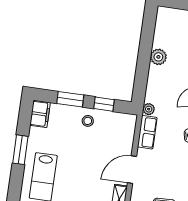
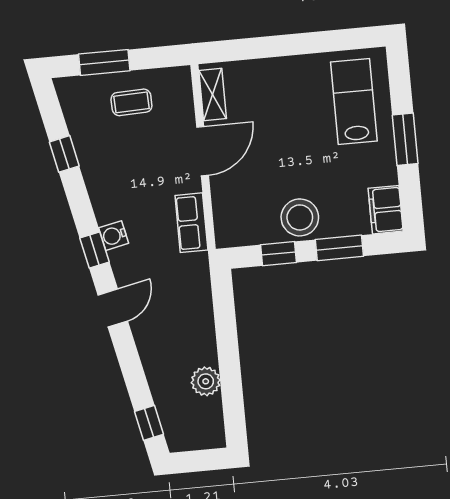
plant: (158, 57) -> (206, 381), moved
plant: (149, 109) -> (199, 264), removed
stool: (88, 121) -> (300, 217), width x1.89, depth x1.89

